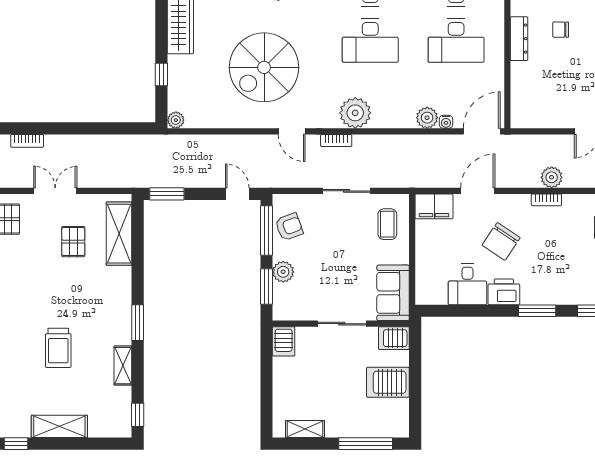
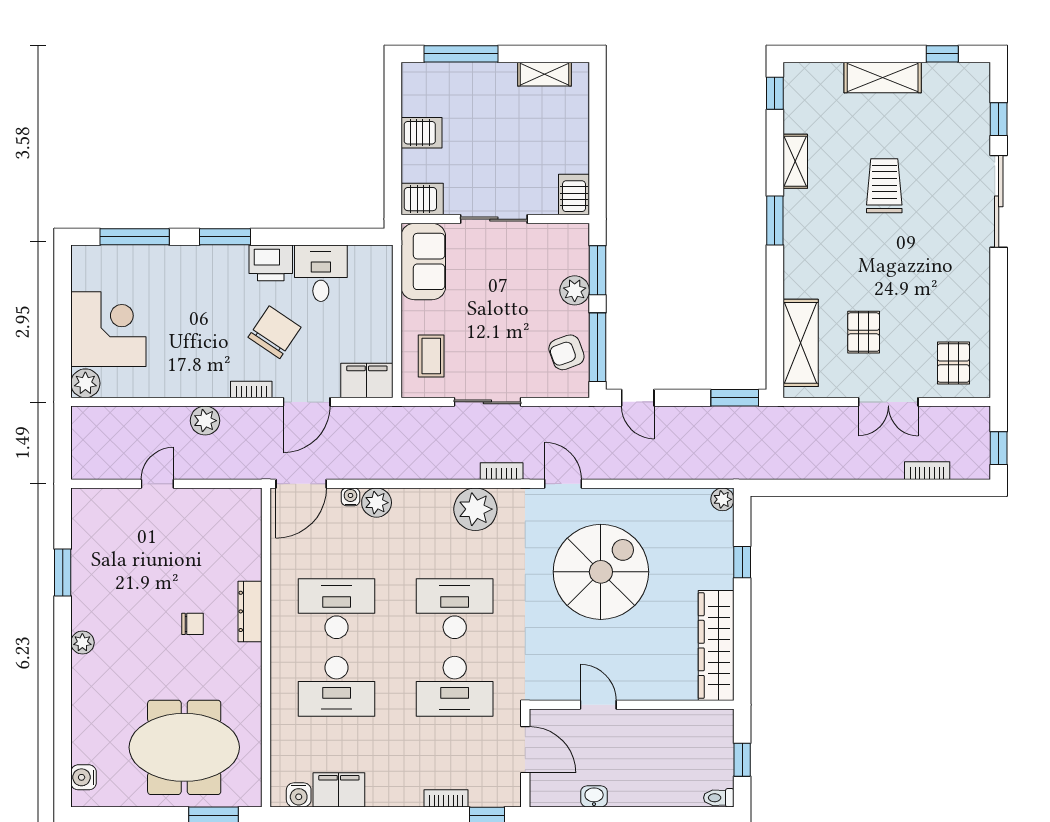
bookcase: (546, 200) -> (251, 389), moved
server rack: (388, 382) -> (421, 133), width x0.73, depth x0.70

